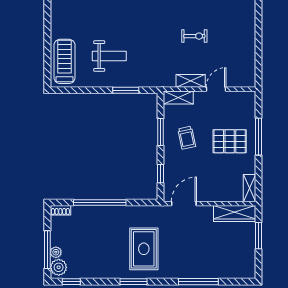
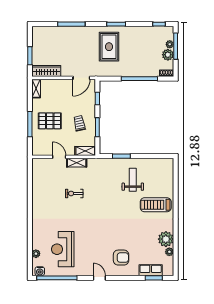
weight bench: (109, 56) -> (133, 180), turned 90
treadmill: (65, 61) -> (156, 205), moved, turned 90
door: (216, 89) -> (59, 157), swing flipped
plant: (59, 267) -> (168, 55), moved

